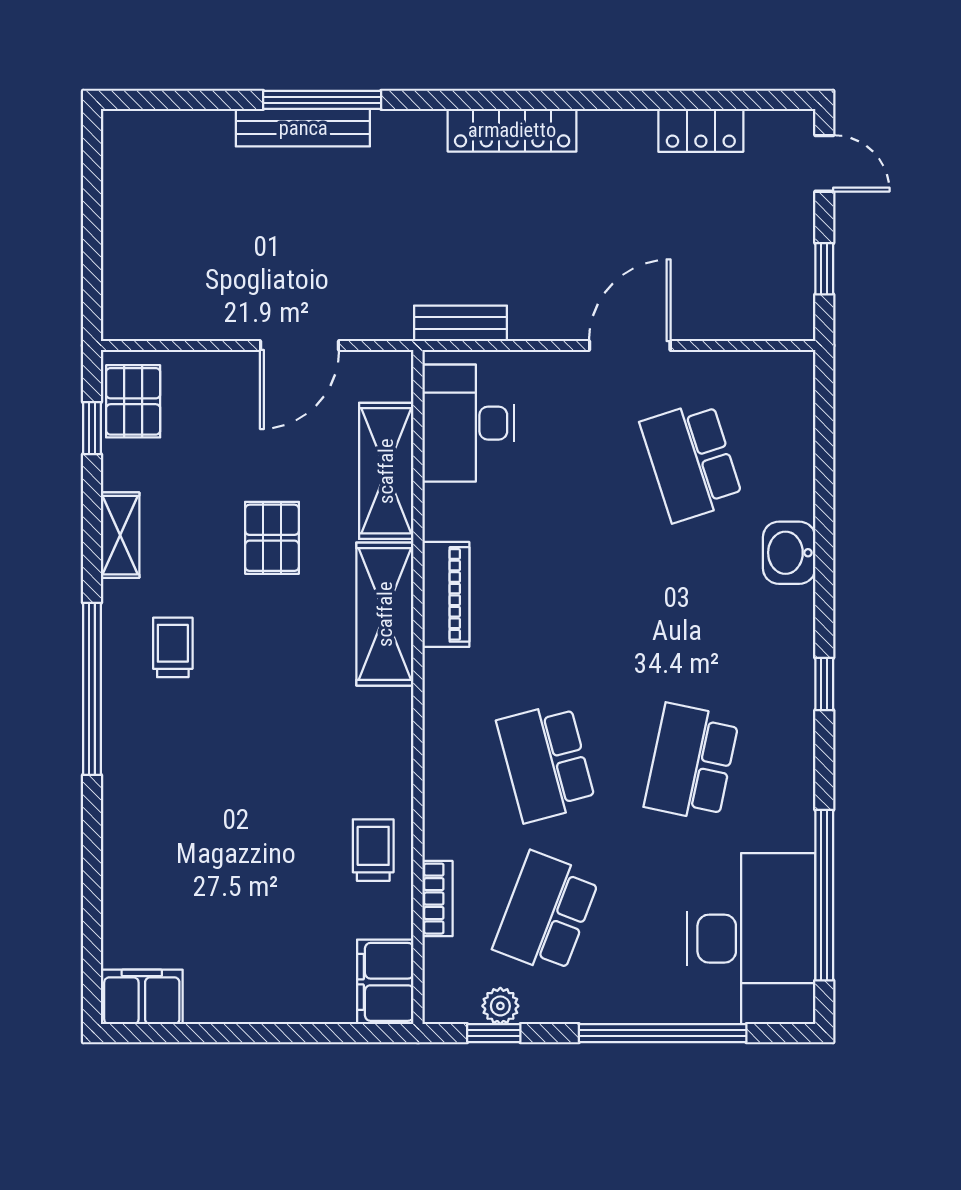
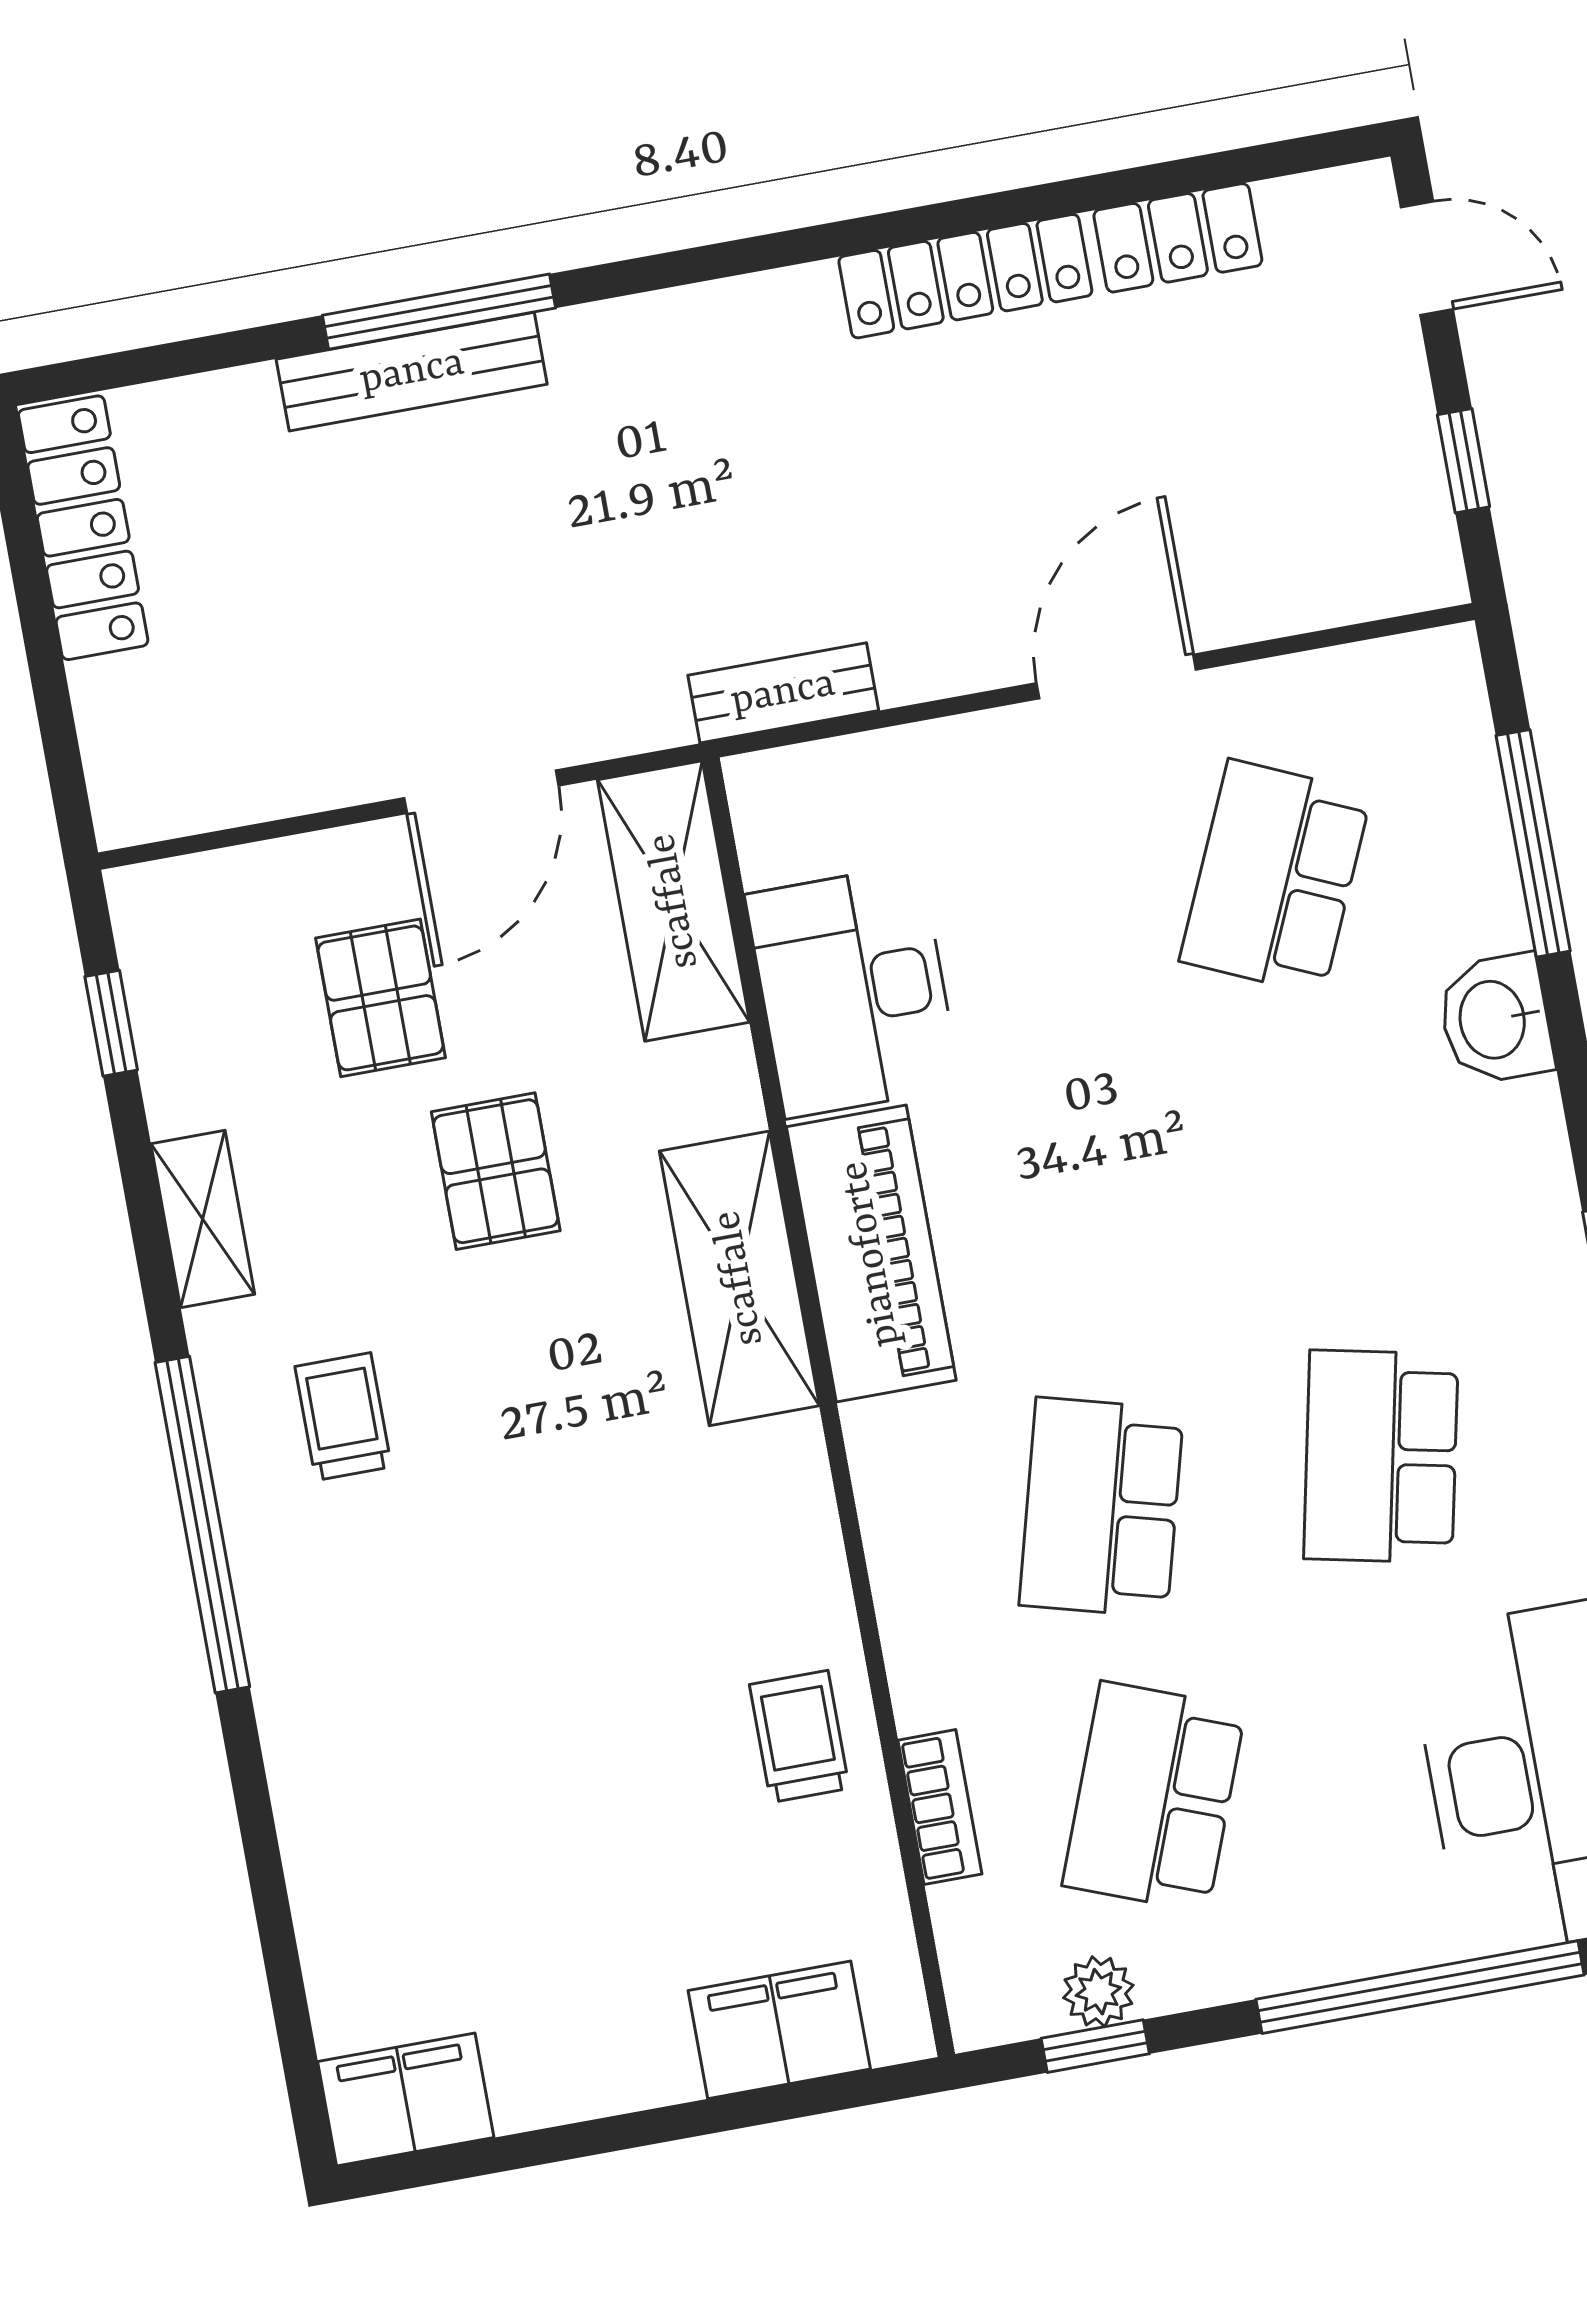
locker: (512, 130) -> (965, 276), moved
locker: (123, 176) -> (83, 528), added
pallet: (133, 401) -> (381, 998), moved
desk: (468, 423) -> (853, 991), moved
school desk: (692, 461) -> (1276, 877), turned 42
window: (824, 468) -> (1533, 843), added
shelving: (386, 471) -> (674, 901), moved
piano: (446, 594) -> (871, 1254), width x1.37, depth x1.33
school desk: (546, 762) -> (1101, 1507), turned 30
filing cabinet: (385, 982) -> (779, 2030), moved, turned 90

